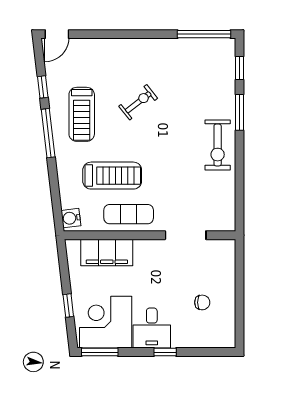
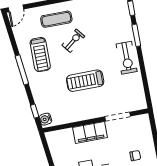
window: (43, 87) -> (35, 111), moved
treadmill: (112, 176) -> (85, 81), moved, turned 180
exercise mat: (129, 214) -> (56, 19), moved
filing cabinet: (107, 252) -> (90, 133), moved

